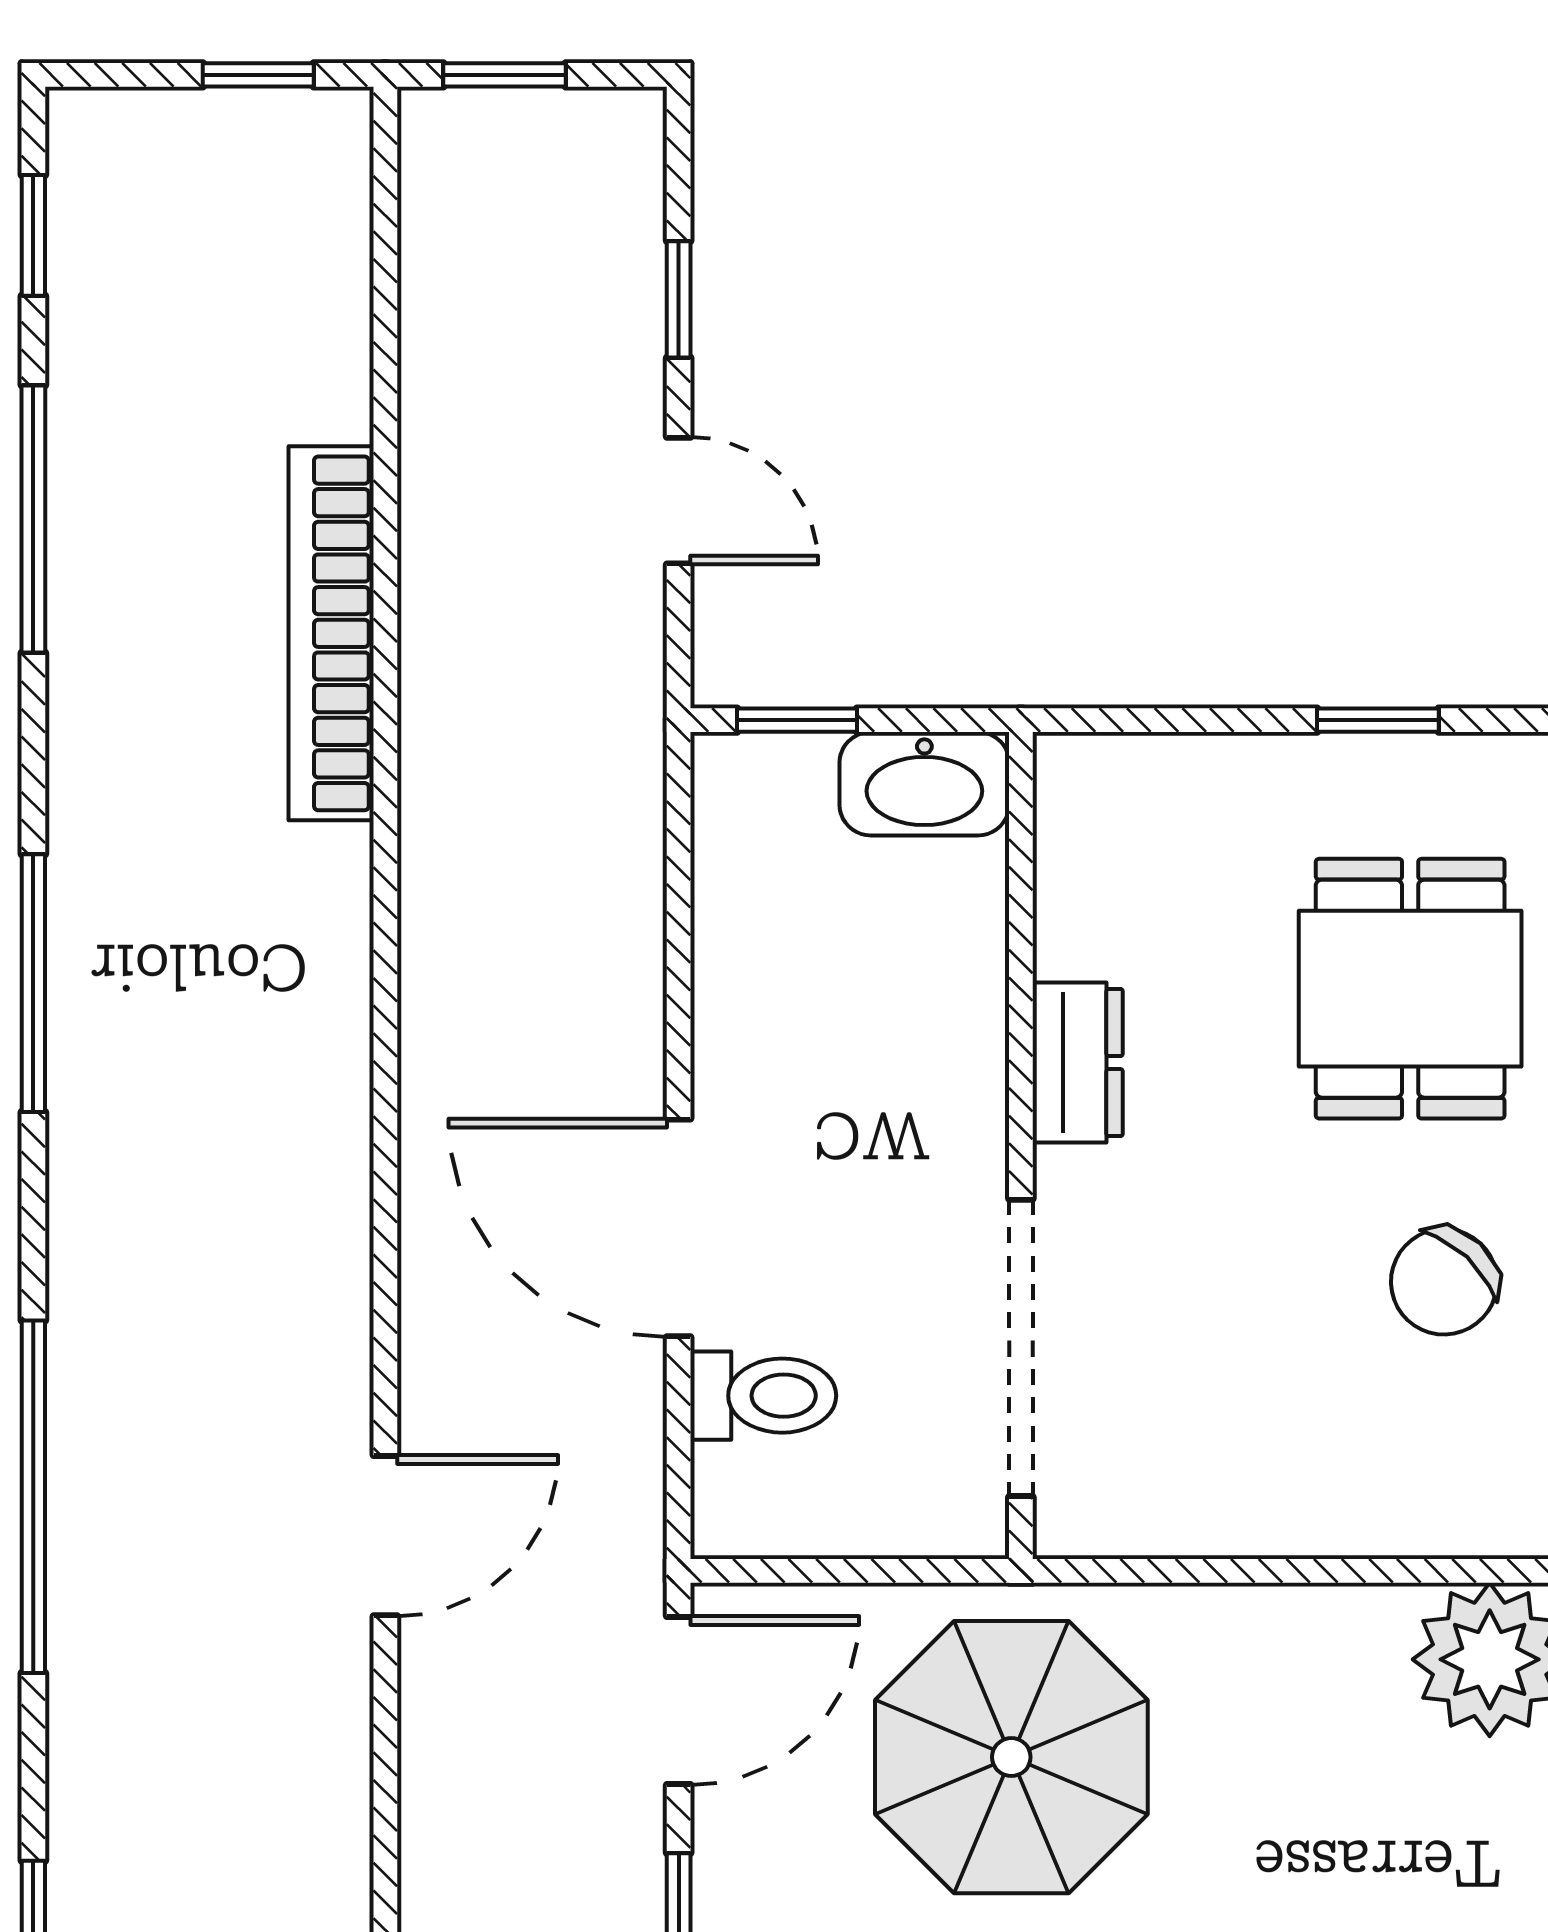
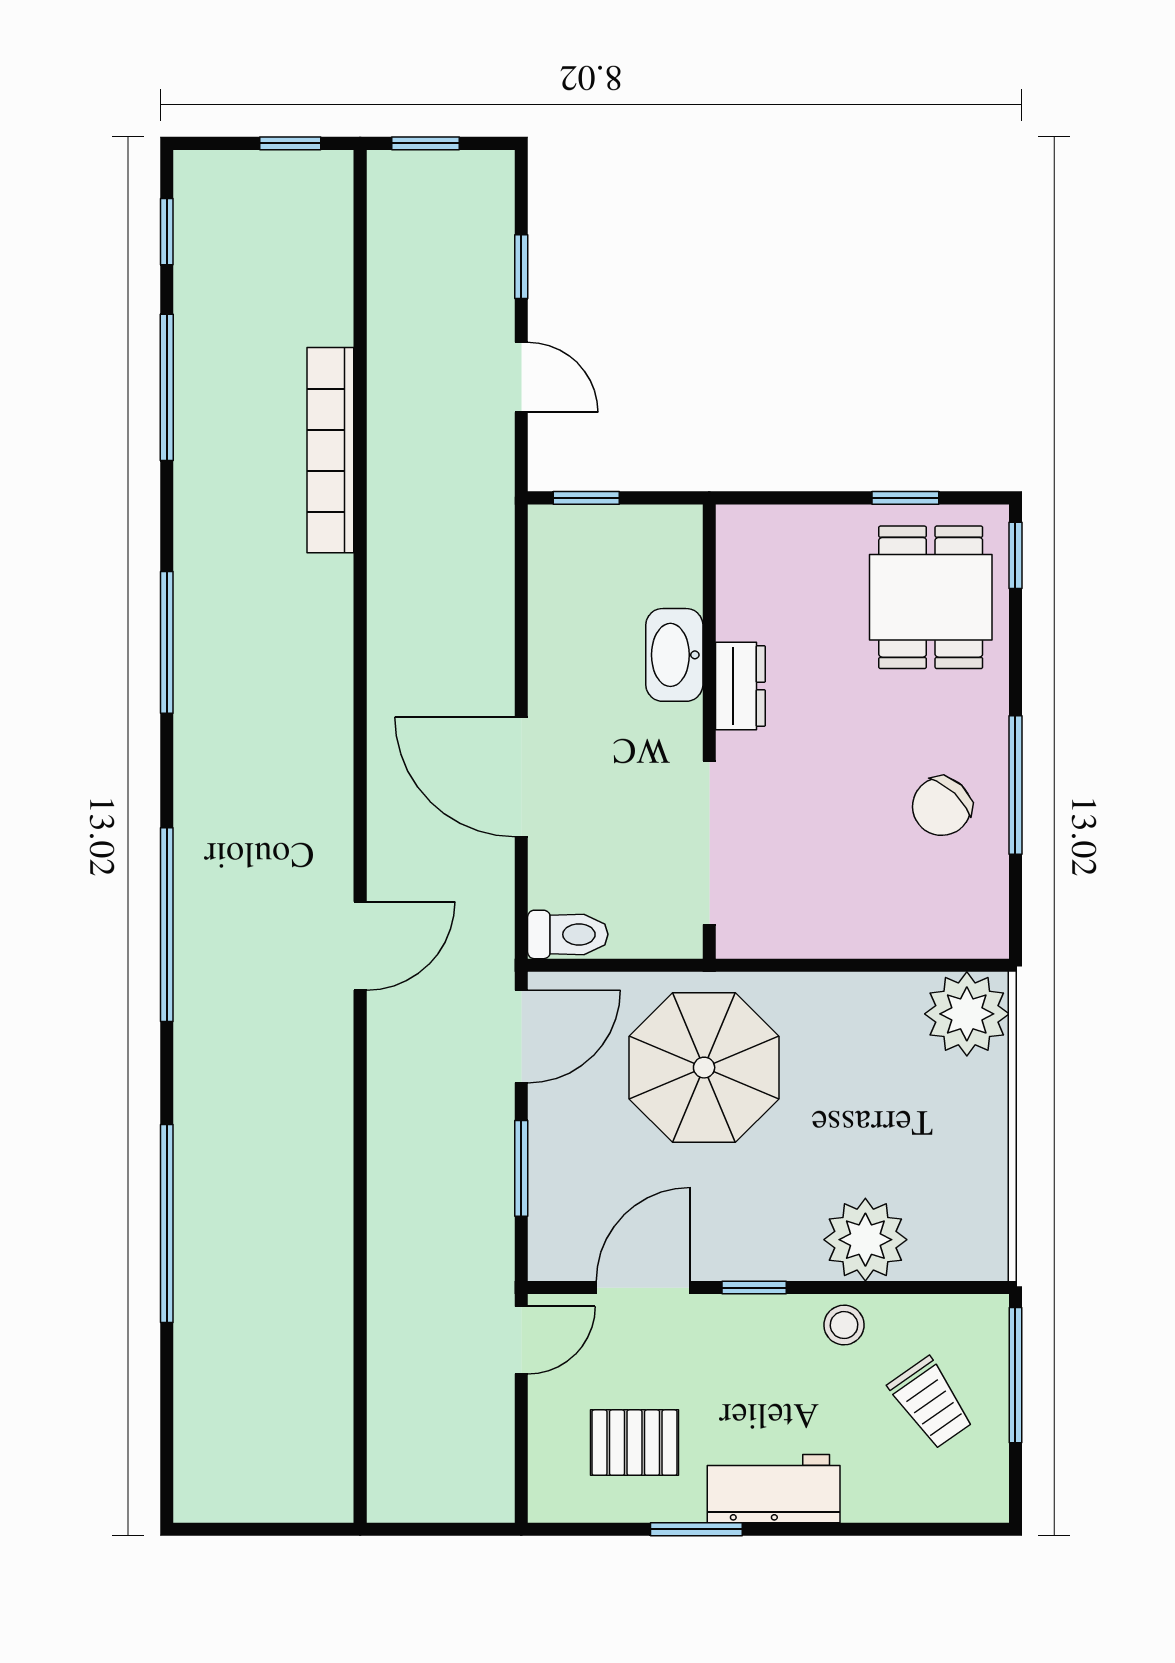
washbasin: (924, 784) -> (674, 655), moved, turned 90
dining table: (1410, 989) -> (931, 597), moved
toilet: (763, 1396) -> (568, 934), moved

